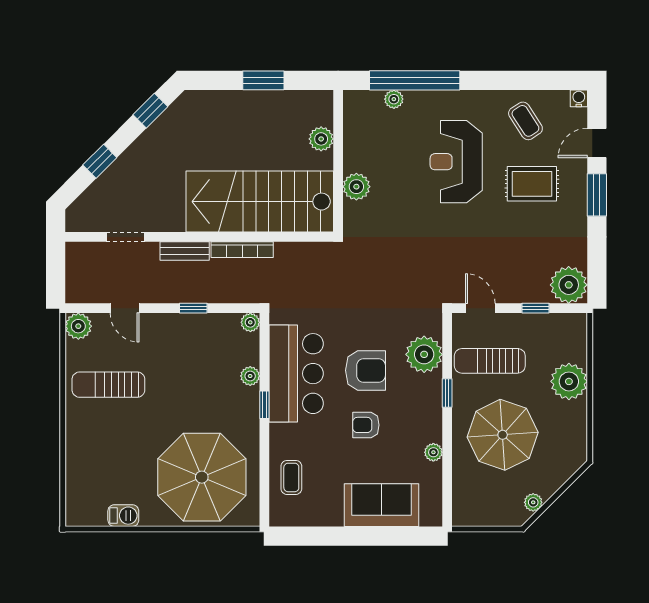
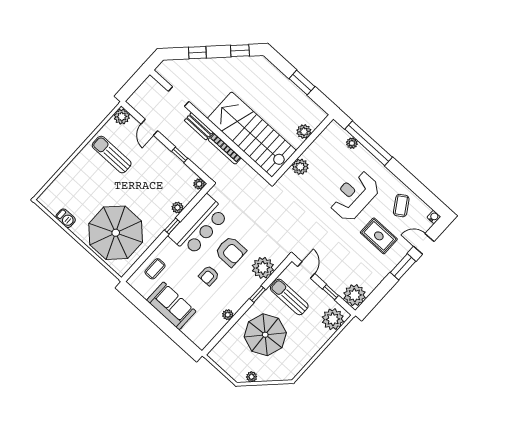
plant: (569, 381) -> (333, 319), moved
armchair: (366, 425) -> (209, 276), turned -90
sofa: (382, 505) -> (171, 306), moved

